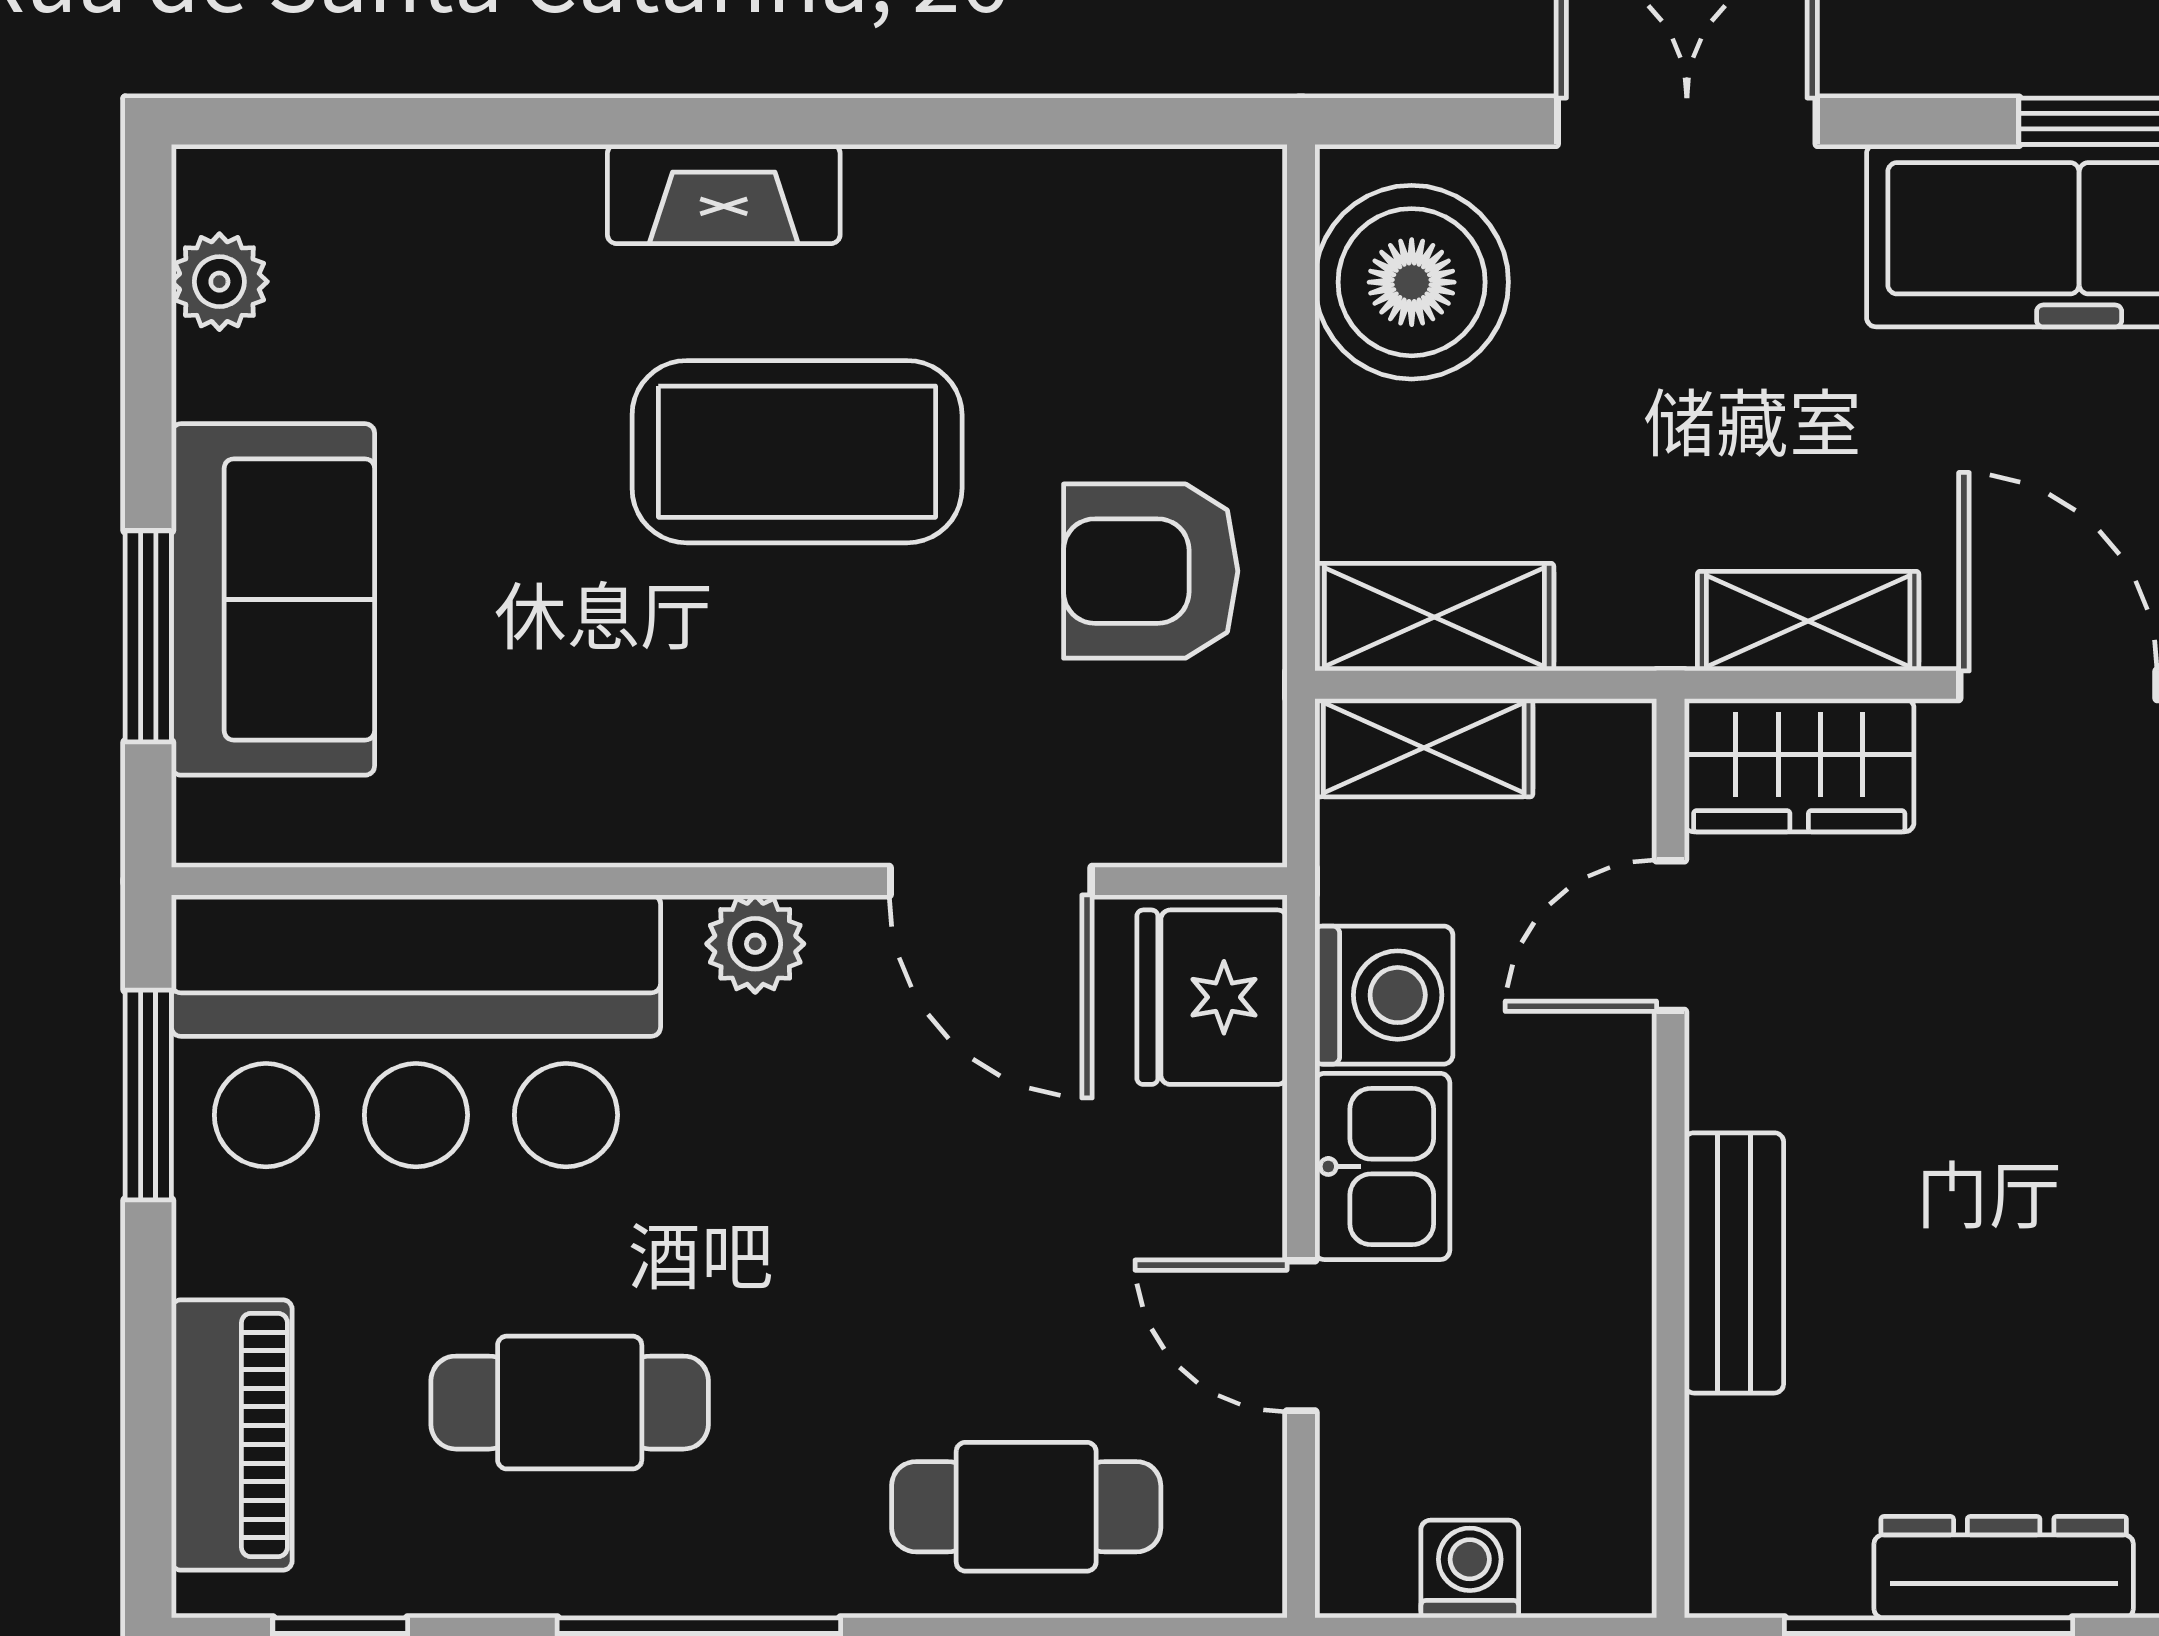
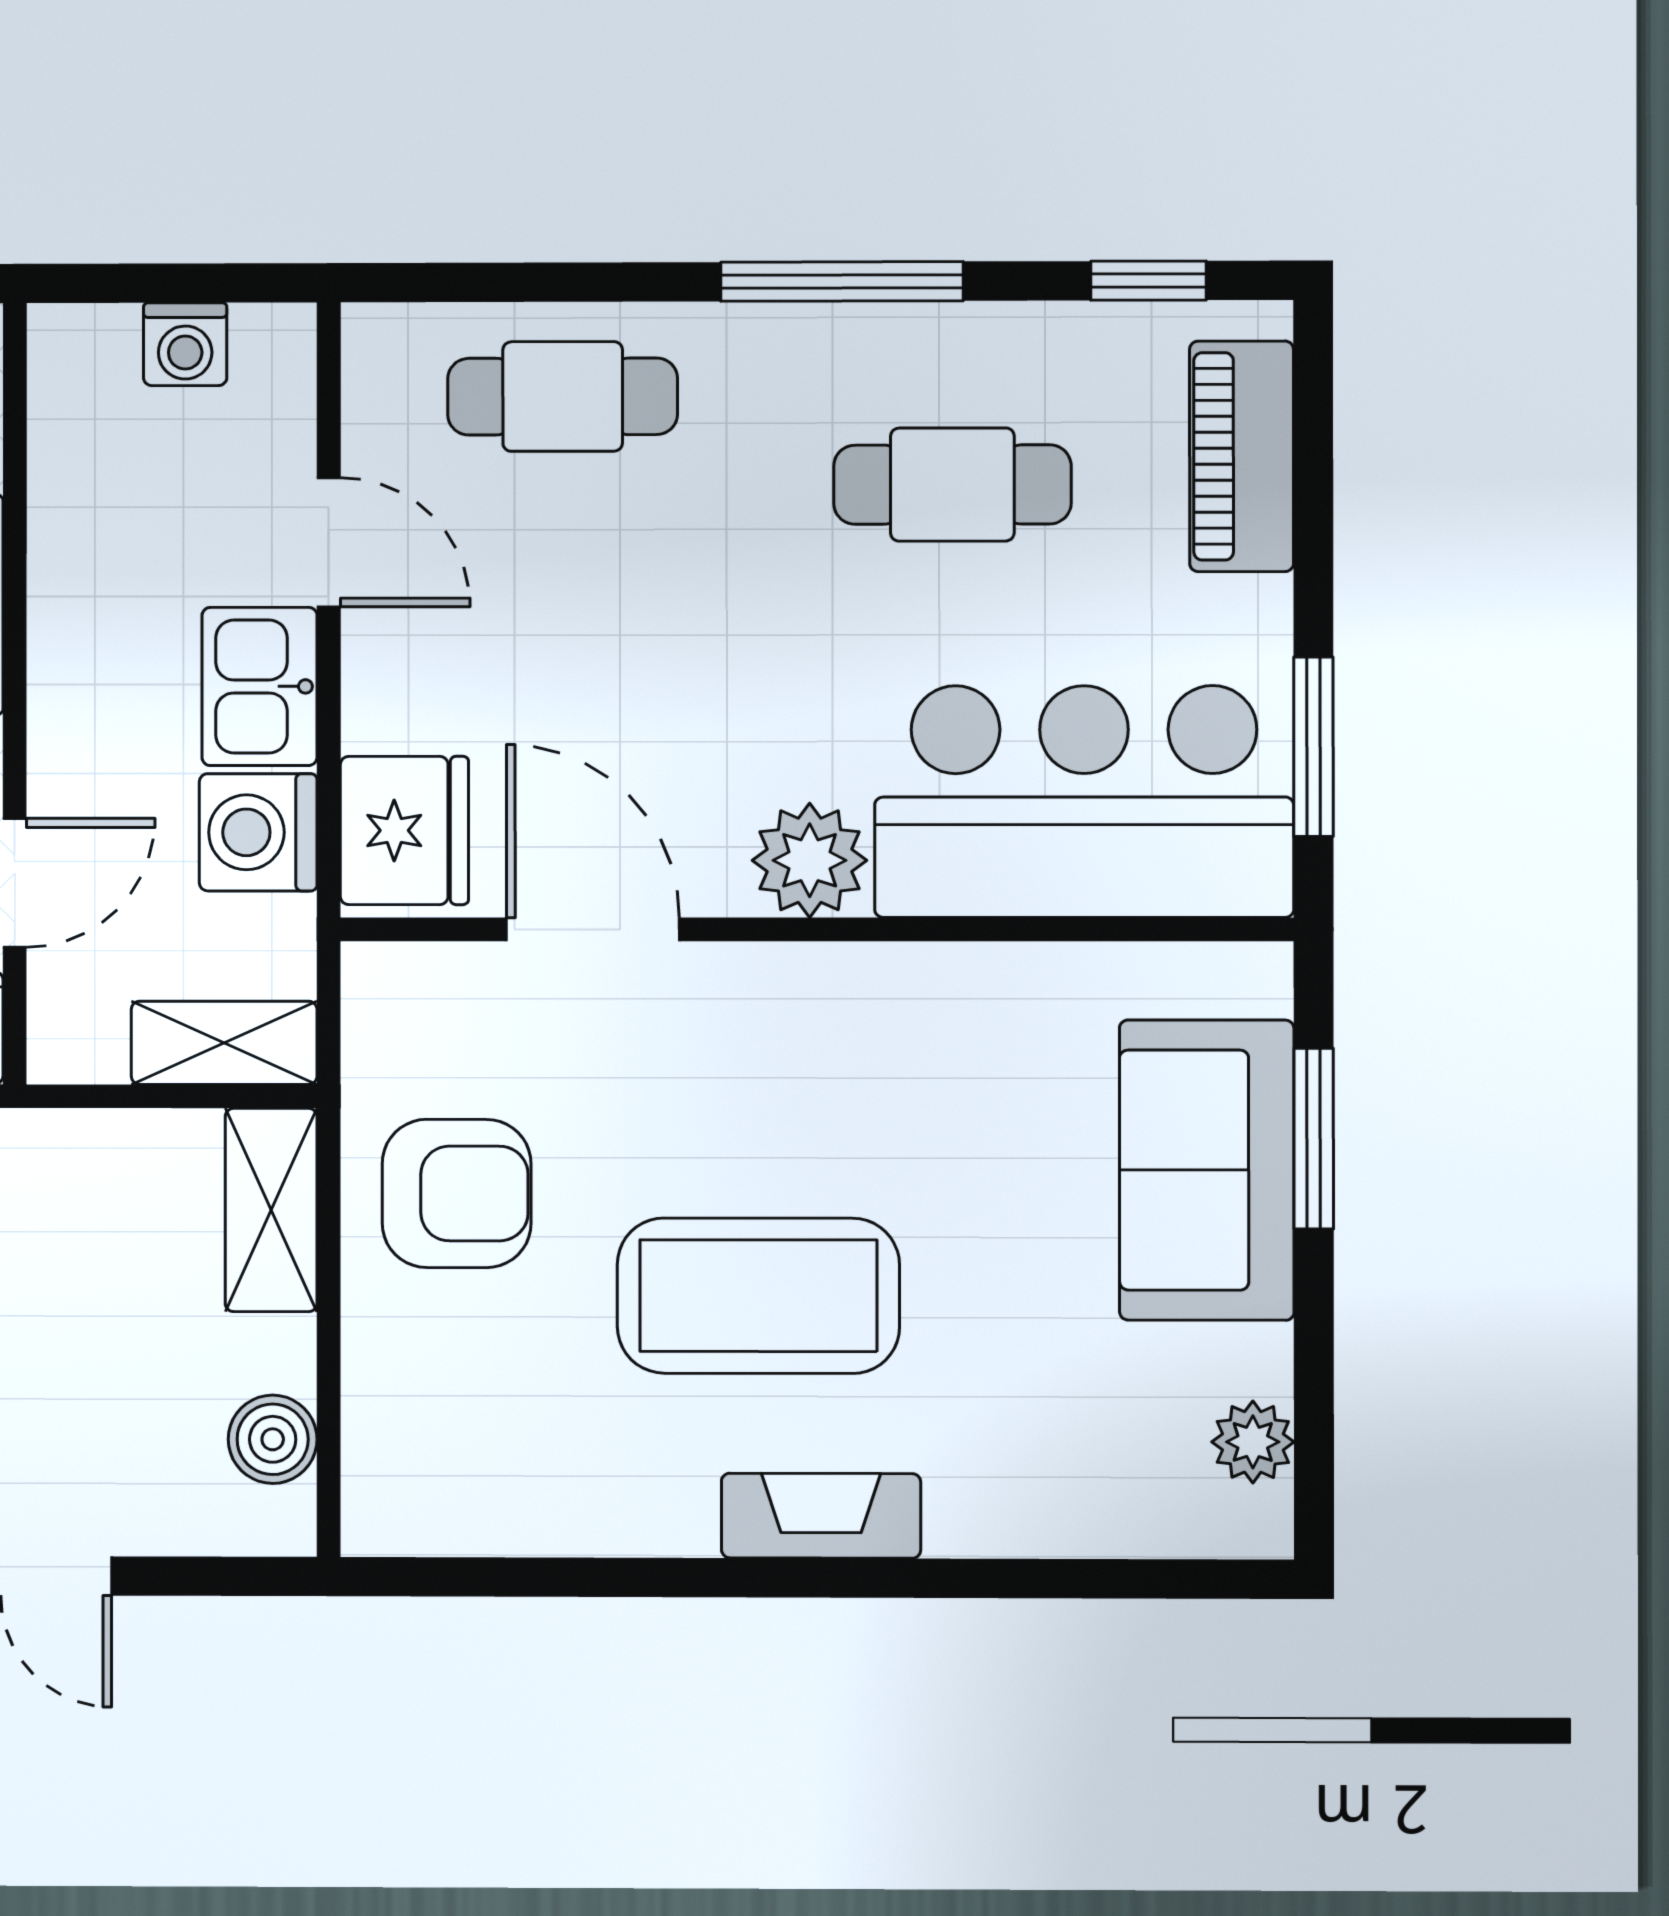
boiler: (1412, 282) -> (273, 1439), width x0.54, depth x0.54
shelving: (1434, 617) -> (271, 1210), moved, turned 90
plant: (755, 944) -> (810, 860), width x1.38, depth x1.38

